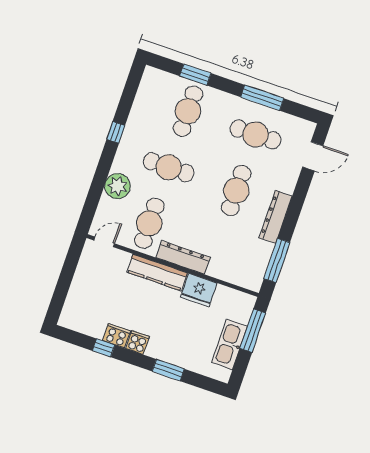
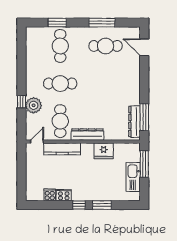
window: (116, 132) -> (21, 102), moved
door: (313, 156) -> (144, 47), swing flipped
cafe table: (236, 190) -> (106, 84), removed
dresser: (276, 217) -> (135, 122), moved
kitchen counter: (157, 272) -> (62, 149), moved
cooker: (138, 342) -> (50, 195), moved
window: (104, 348) -> (79, 205), moved

